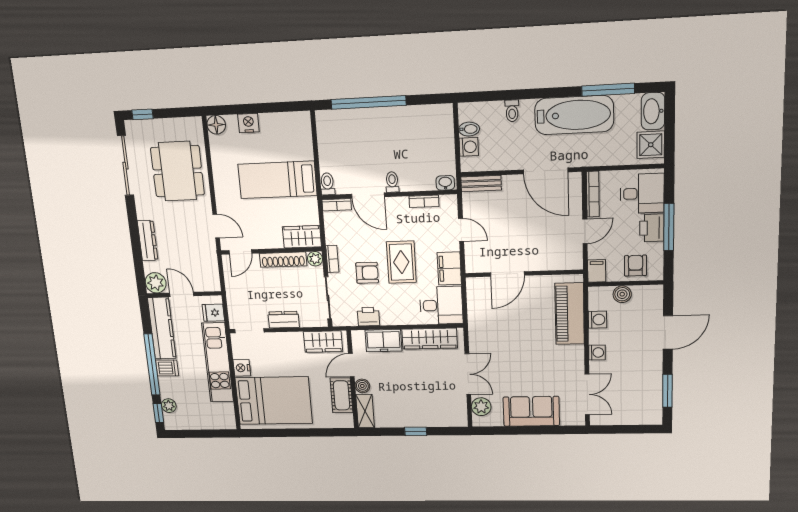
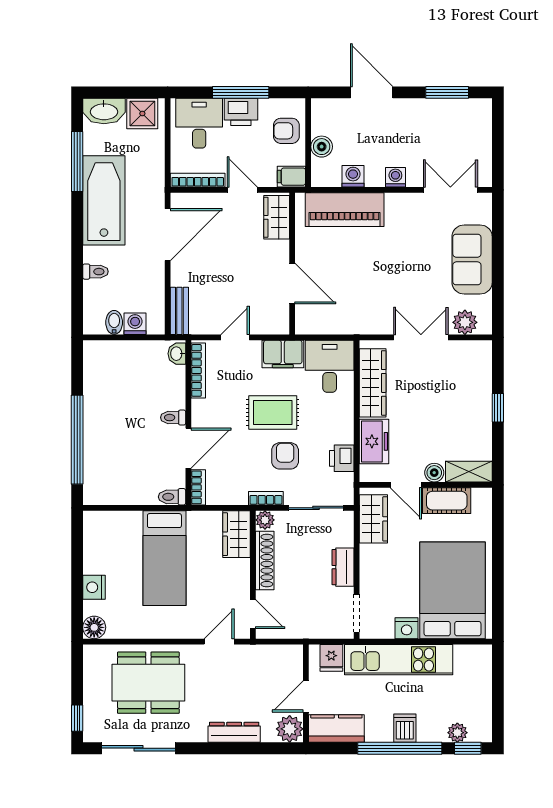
bookcase: (424, 201) -> (198, 370), width x1.56
wardrobe: (562, 260) -> (277, 217), added
kitchen counter: (162, 328) -> (336, 729), width x0.67

